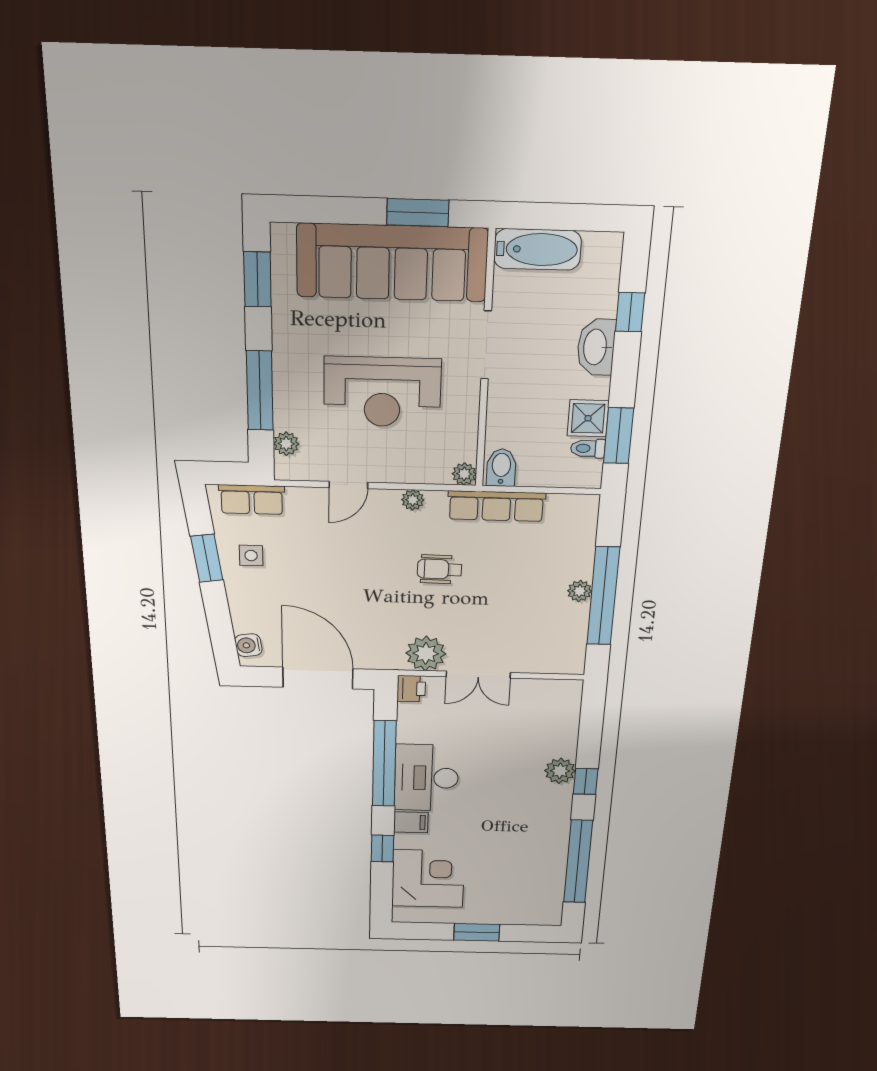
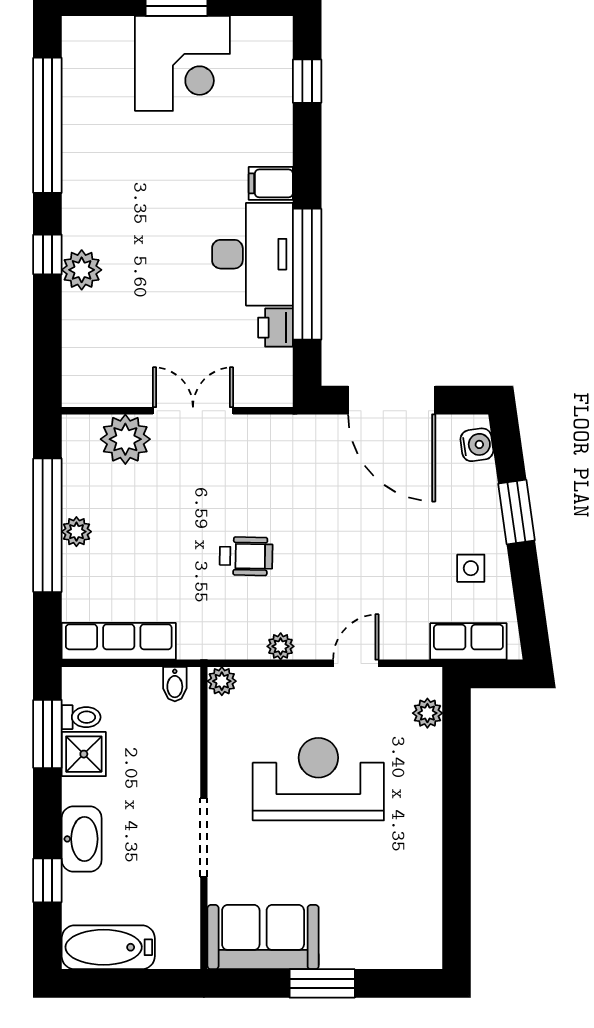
window: (418, 213) -> (322, 983), moved
bathtub: (537, 249) -> (108, 947), moved
sofa: (392, 263) -> (263, 937), width x0.54, depth x0.79
window: (257, 279) -> (456, 905), removed
window: (260, 391) -> (456, 777), removed
bidet: (501, 468) -> (175, 684), width x0.72, depth x0.74
row of seats: (496, 506) -> (119, 641), moved
window: (207, 558) -> (516, 512), moved
plant: (426, 653) -> (125, 439), moved
printer: (411, 689) -> (275, 328), moved
window: (382, 849) -> (307, 81), moved
corner desk: (428, 879) -> (182, 63), moved, turned -90

